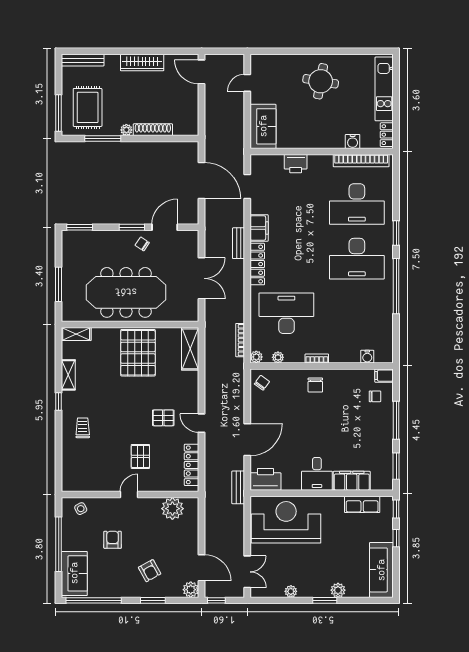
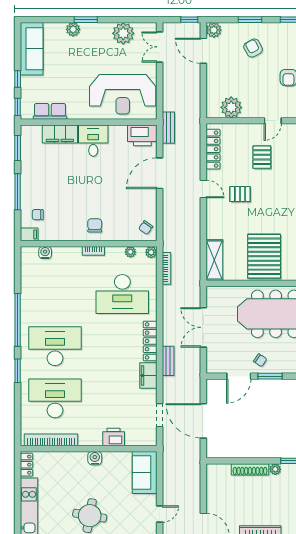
water cooler: (353, 141) -> (95, 458), moved
plant: (291, 591) -> (123, 33), width x1.87, depth x1.87

